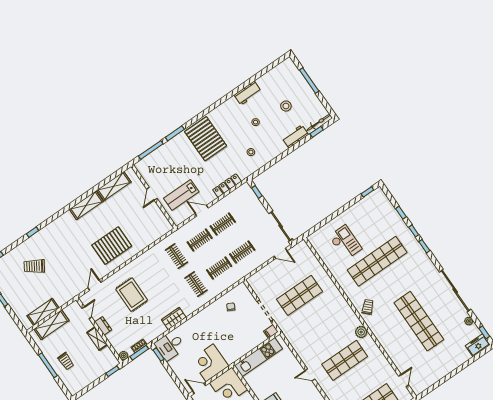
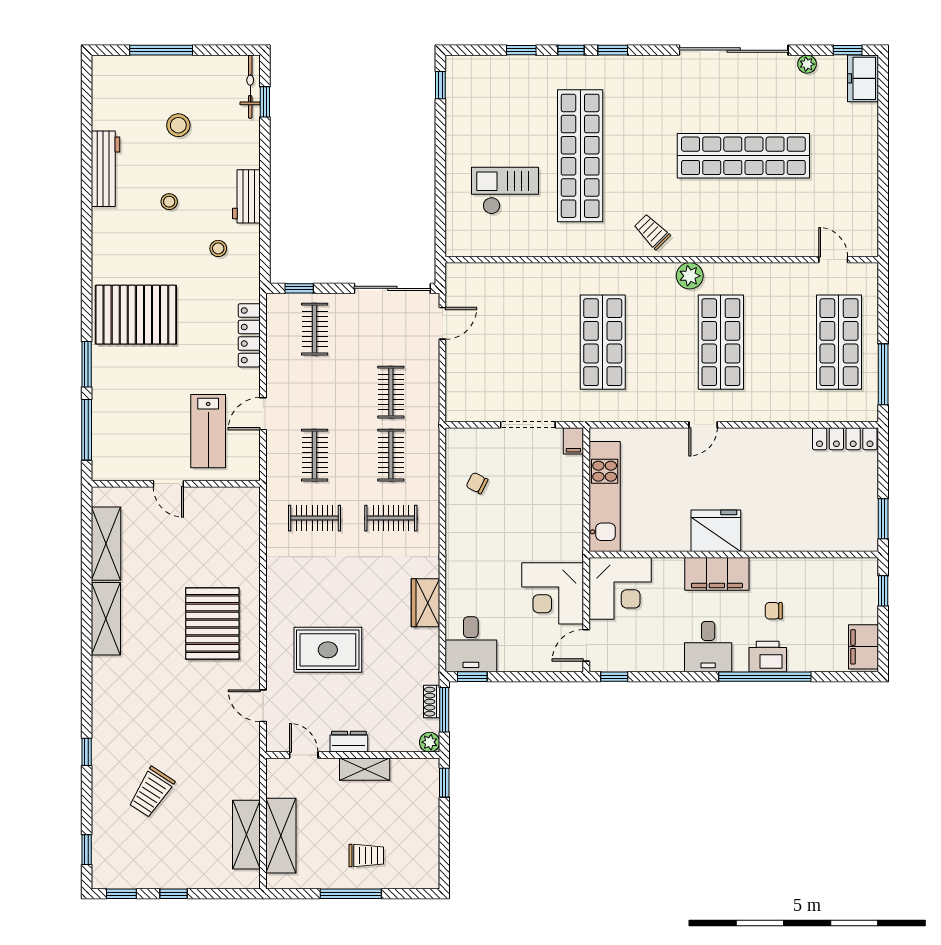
workbench: (248, 93) -> (106, 169), width x1.38
workbench: (295, 136) -> (246, 196), moved
clothes rail: (223, 224) -> (315, 329), moved
shop shelf: (299, 295) -> (603, 342), moved

